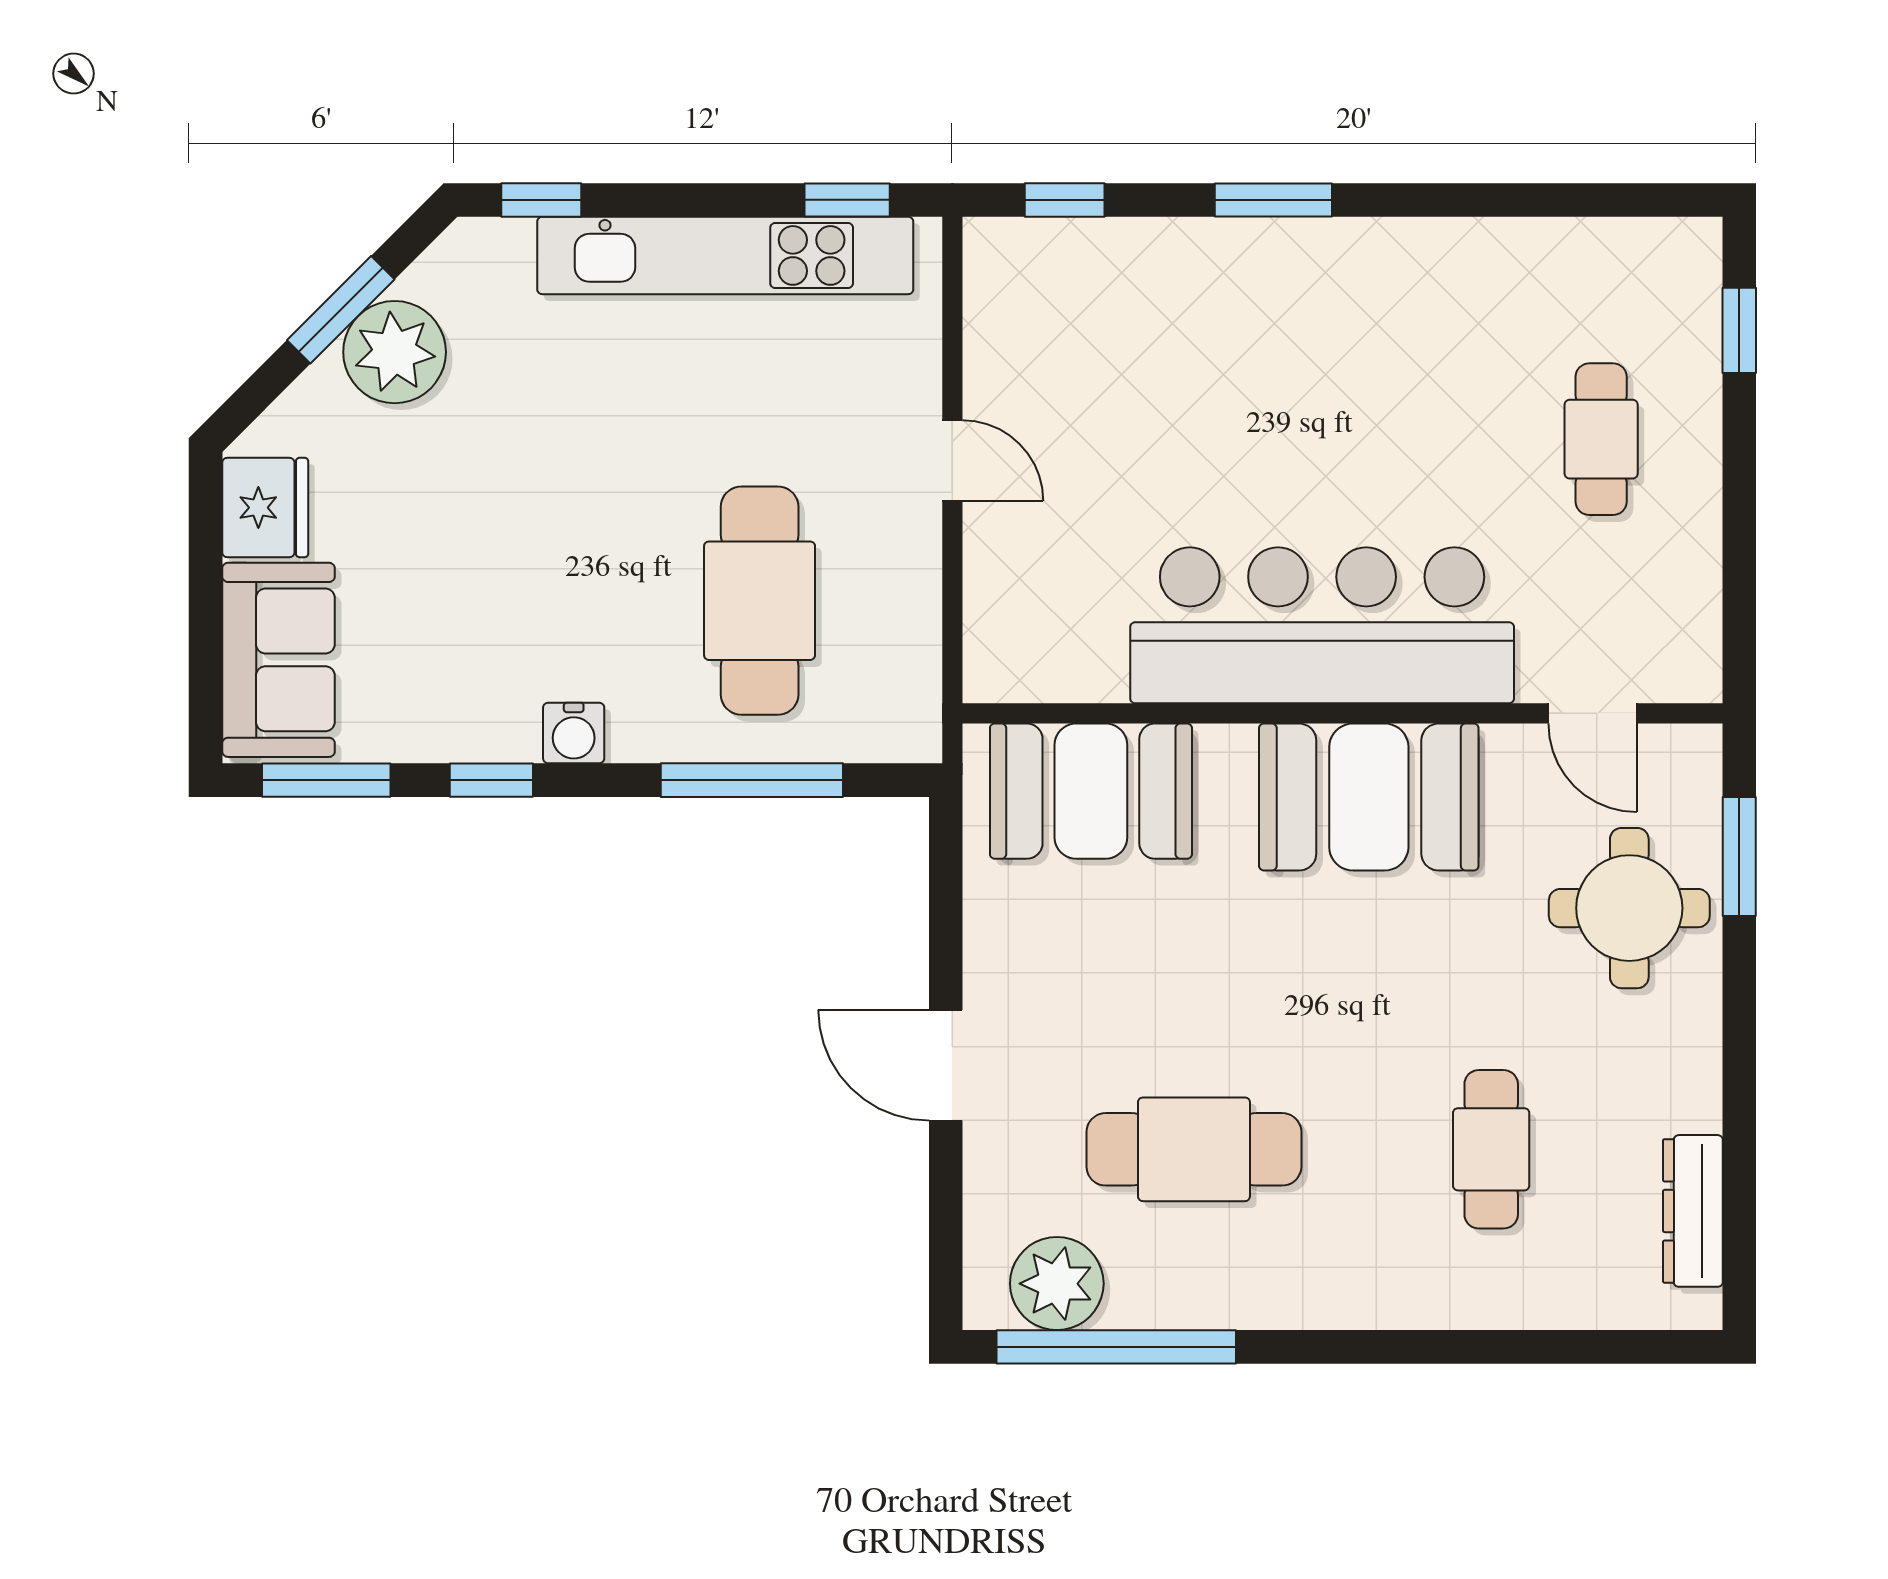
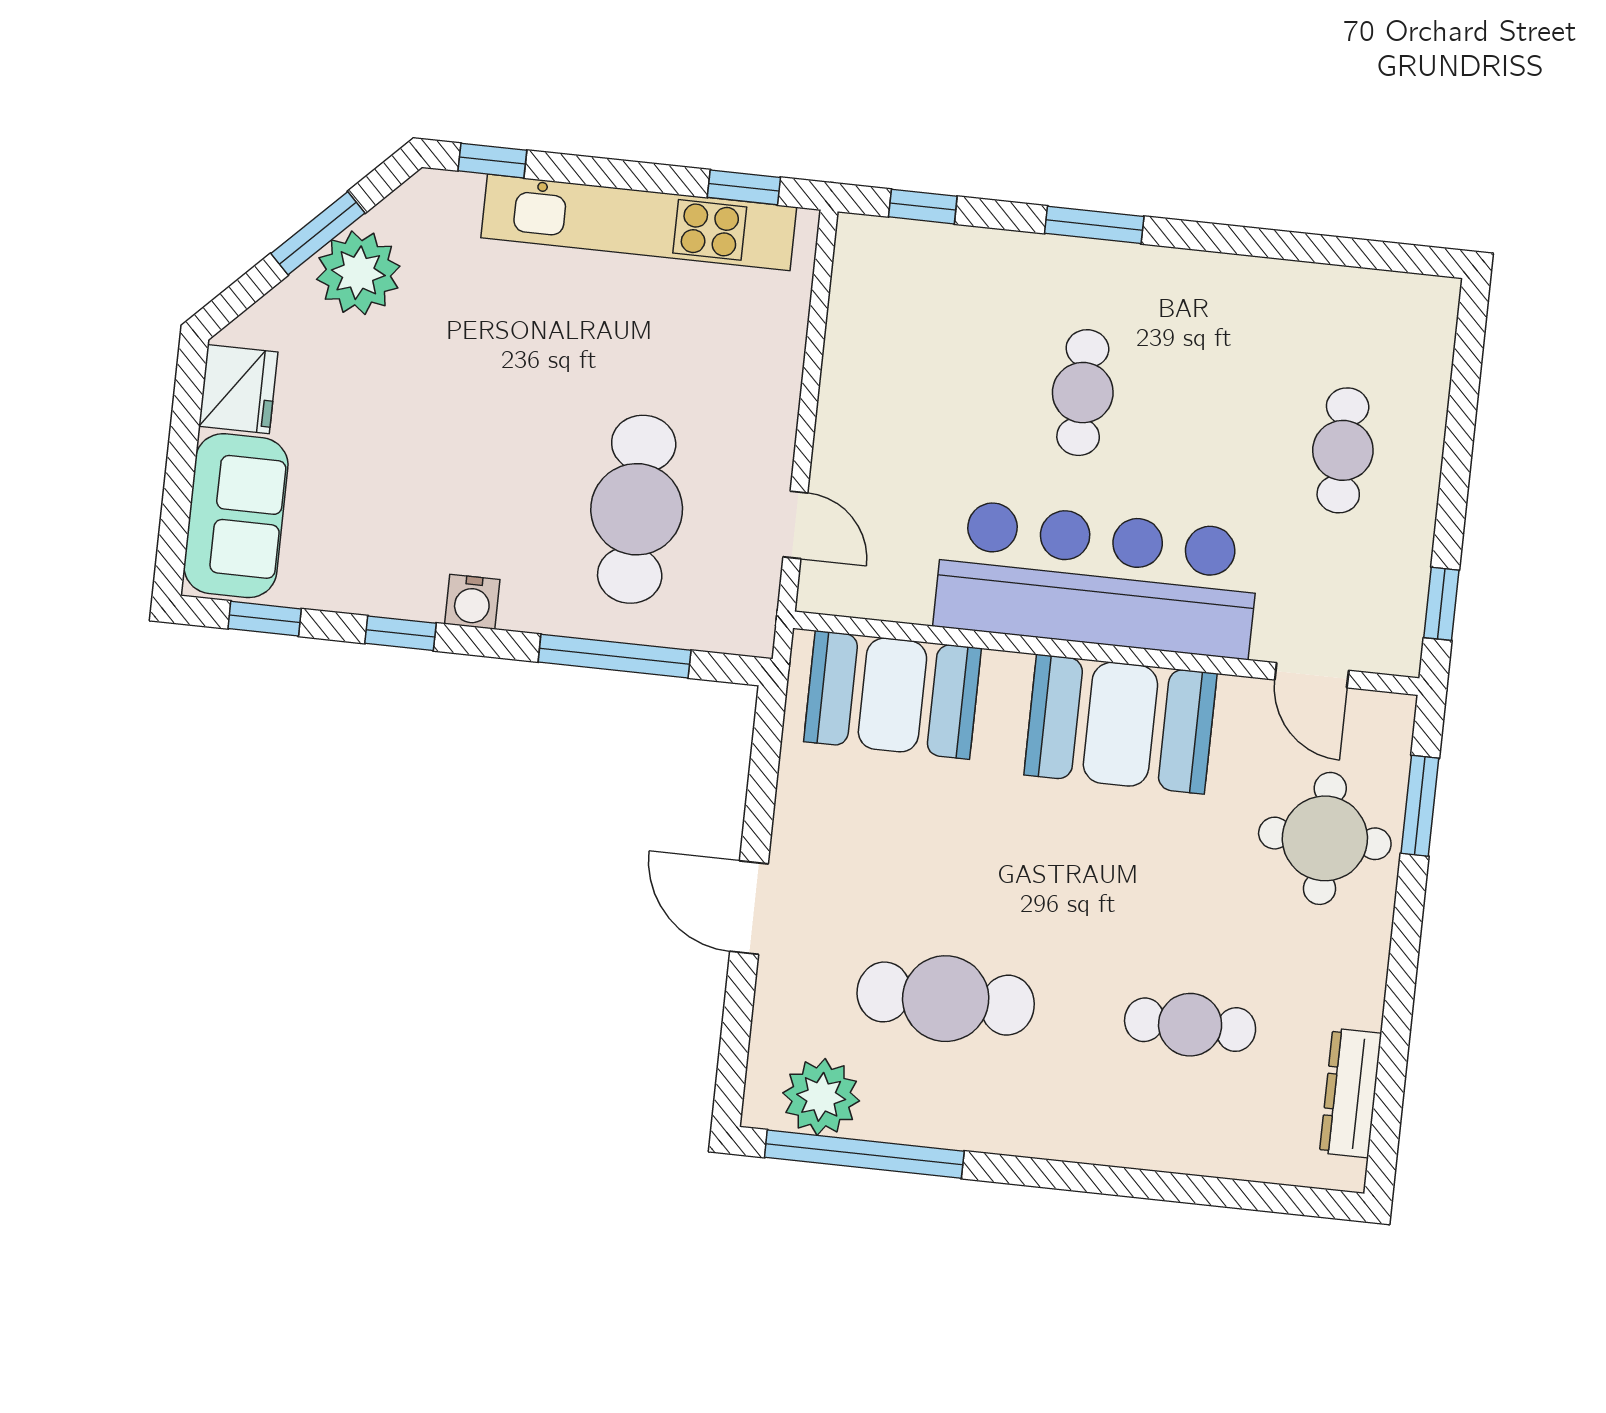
window: (1739, 330) -> (1441, 604), moved
cafe table: (1281, 403) -> (1083, 393), added
door: (952, 460) -> (795, 525), moved
window: (326, 780) -> (265, 619), width x0.67
cafe table: (1491, 1149) -> (1190, 1025), turned 90

